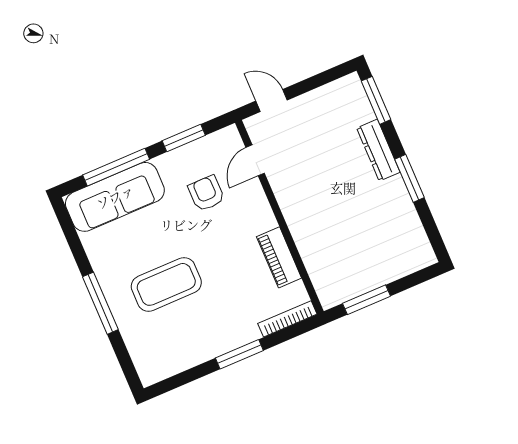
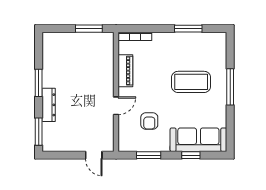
door: (255, 160) -> (116, 106), moved
window: (116, 167) -> (191, 155), width x0.46
window: (239, 354) -> (188, 29), moved

